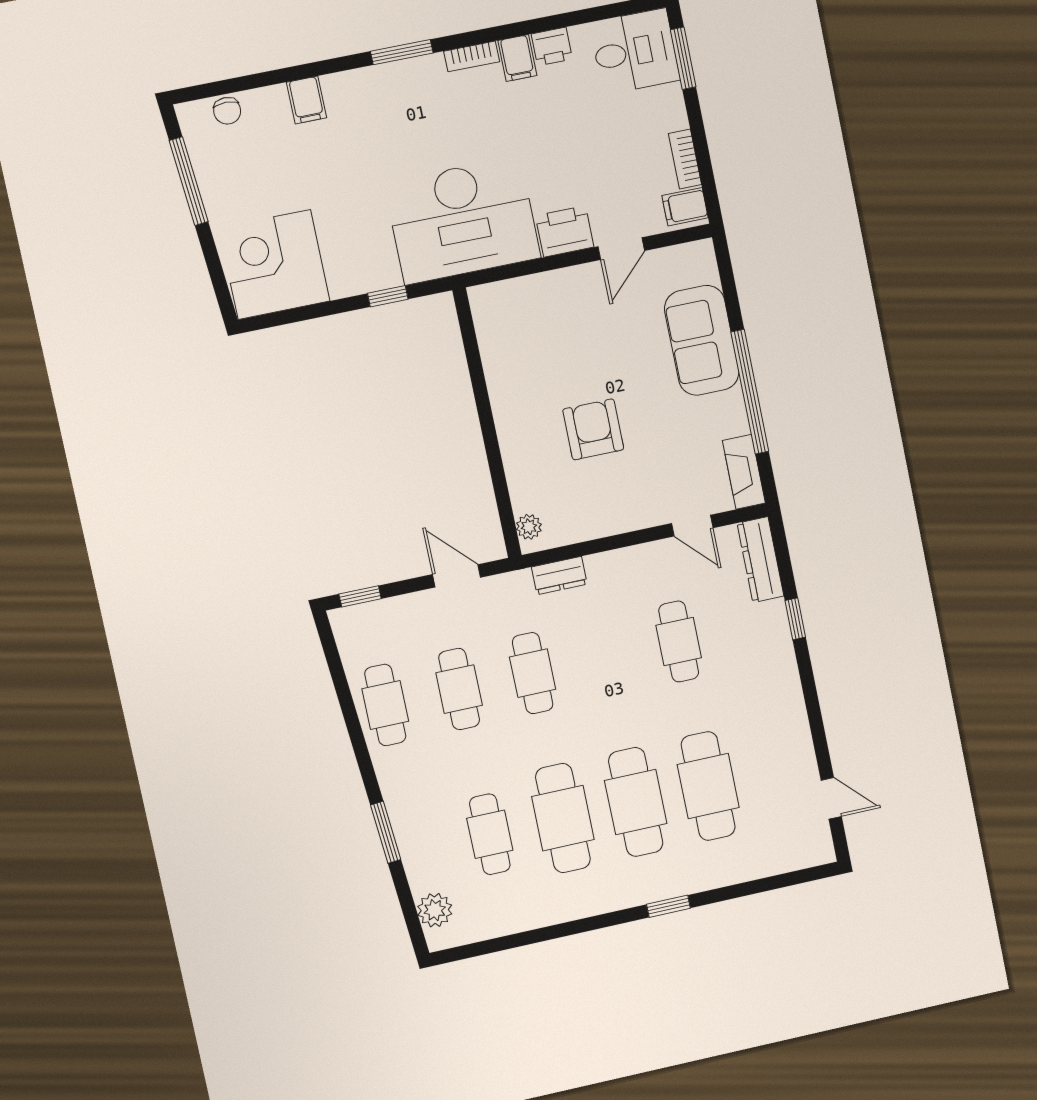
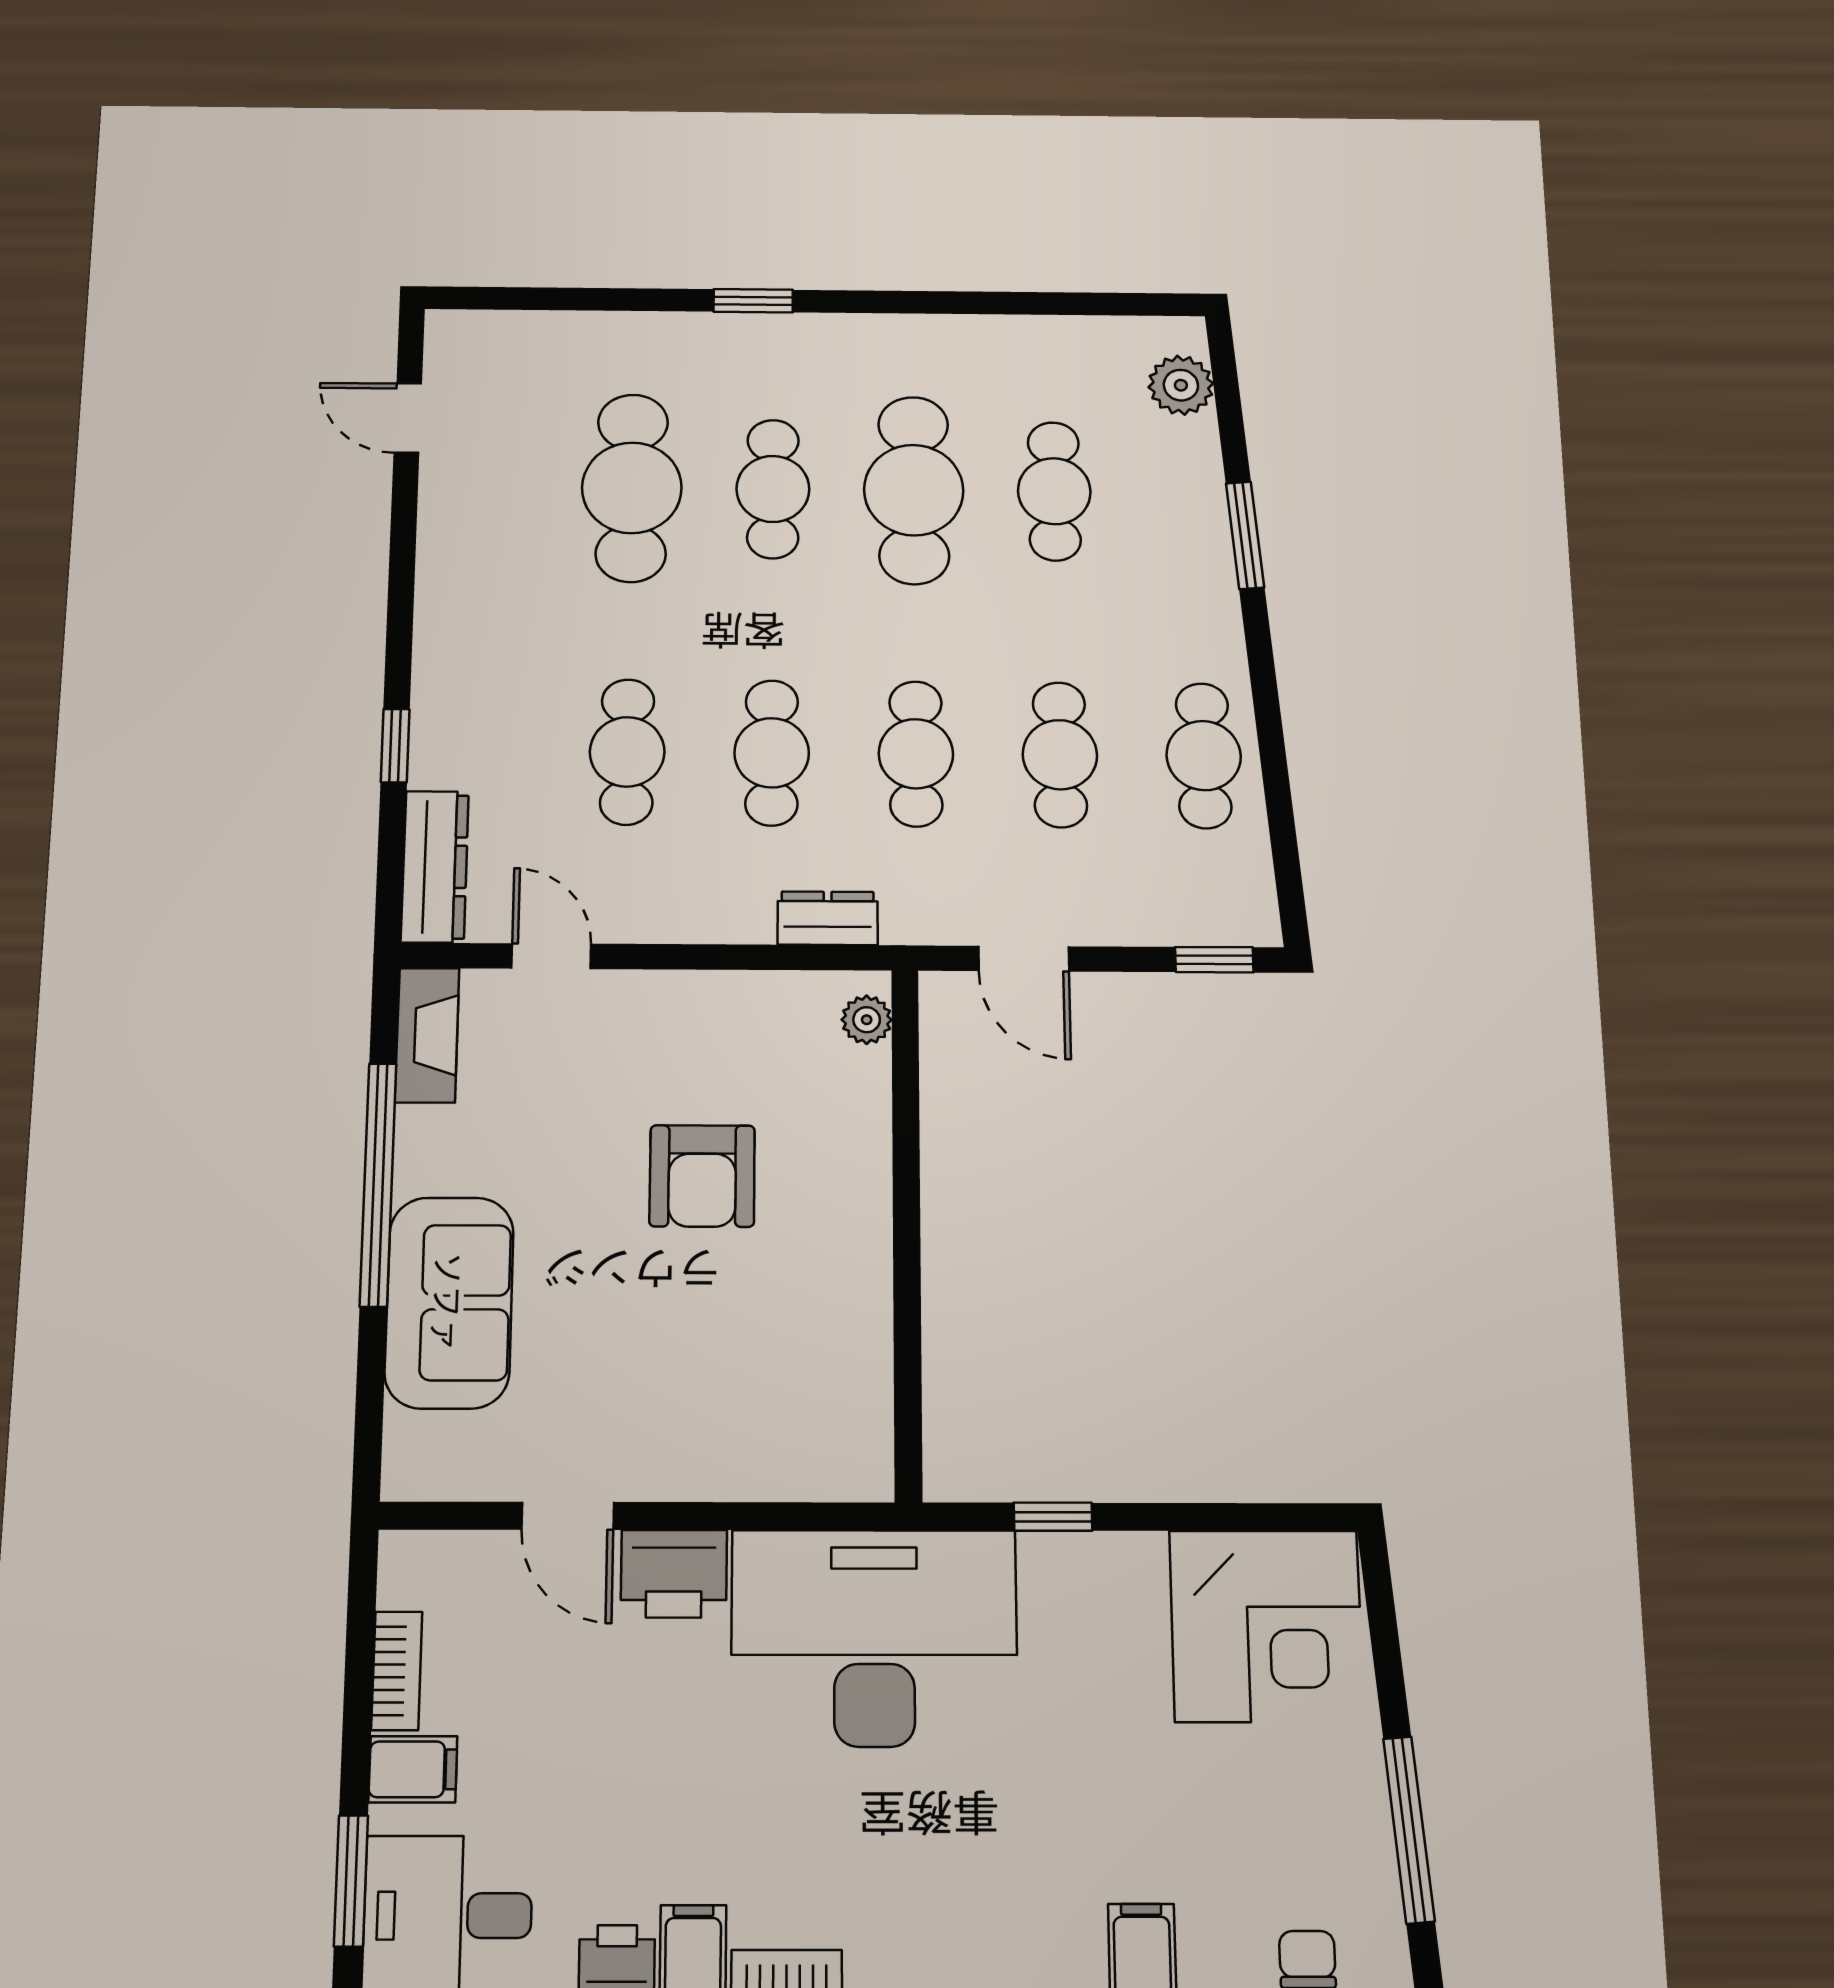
filing cabinet: (685, 207) -> (413, 1769), moved
door: (621, 249) -> (568, 1516), swing flipped
cafe table: (606, 657) -> (772, 753), added
cafe table: (636, 802) -> (773, 489), width x0.73, depth x0.74

